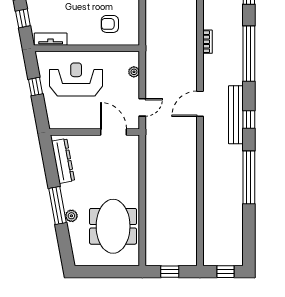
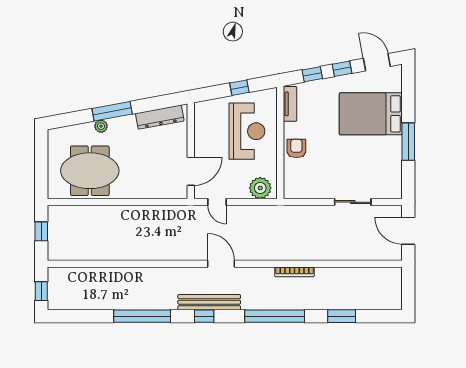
armchair: (110, 24) -> (296, 148), moved
bookcase: (208, 42) -> (295, 272), width x1.56
plant: (134, 72) -> (260, 188), width x1.88, depth x1.88

